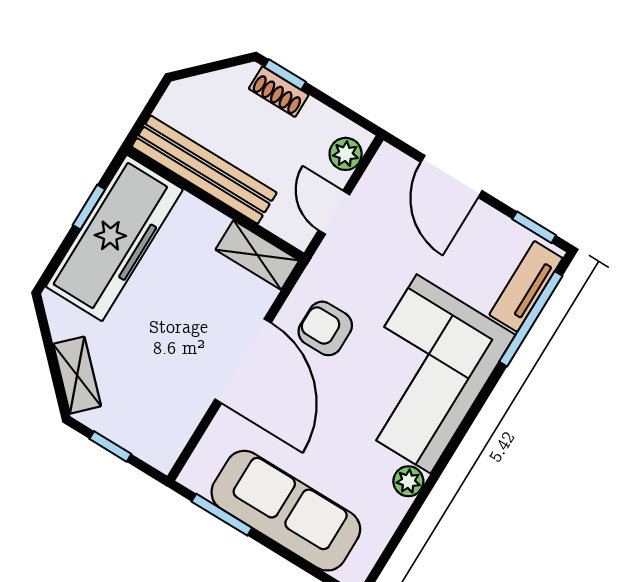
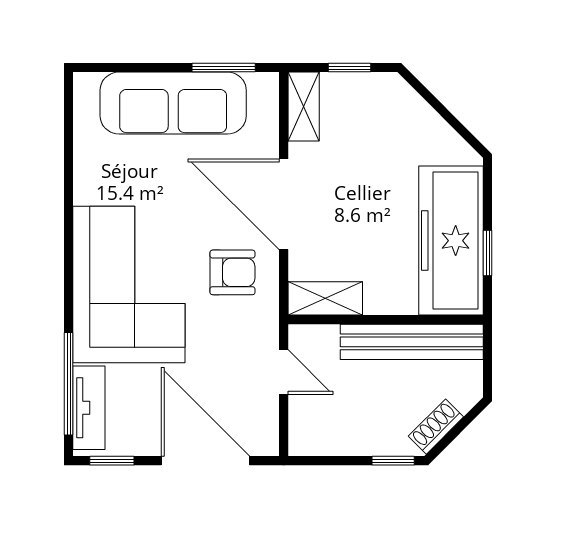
shoe rack: (279, 92) -> (436, 427), moved, turned -45
plant: (346, 154) -> (304, 426), removed
door: (451, 176) -> (205, 461), width x1.36
shelving: (77, 375) -> (304, 107), moved, turned 45
plant: (408, 481) -> (87, 189), removed

